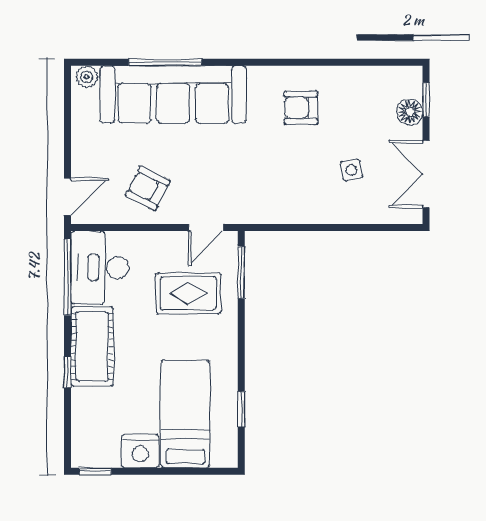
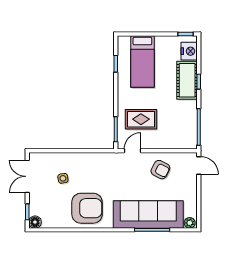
armchair: (301, 108) -> (87, 208), width x1.88, depth x1.88
floor lamp: (410, 112) -> (35, 222), moved
double door: (426, 174) -> (27, 176), swing flipped
door: (68, 197) -> (199, 165), swing flipped
desk: (100, 268) -> (183, 132), removed
cot: (92, 346) -> (187, 80), moved
nightstand: (140, 451) -> (189, 51), moved, turned 90

